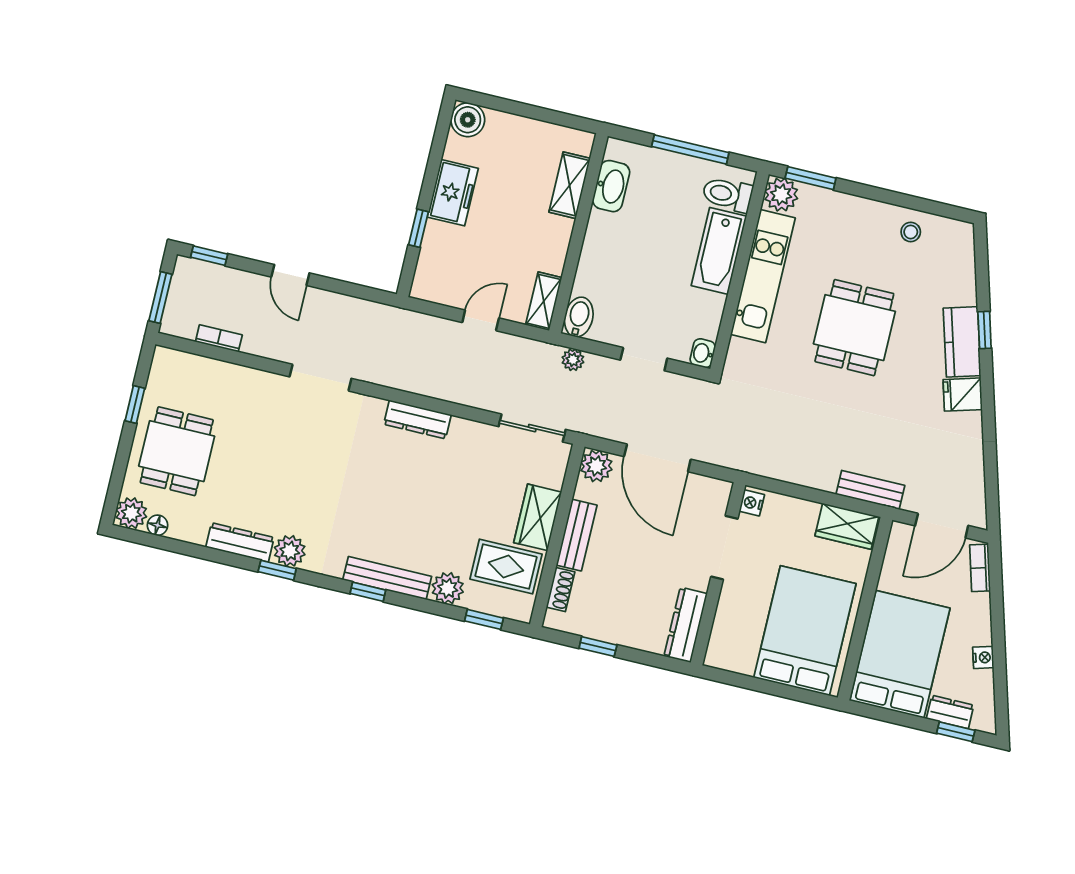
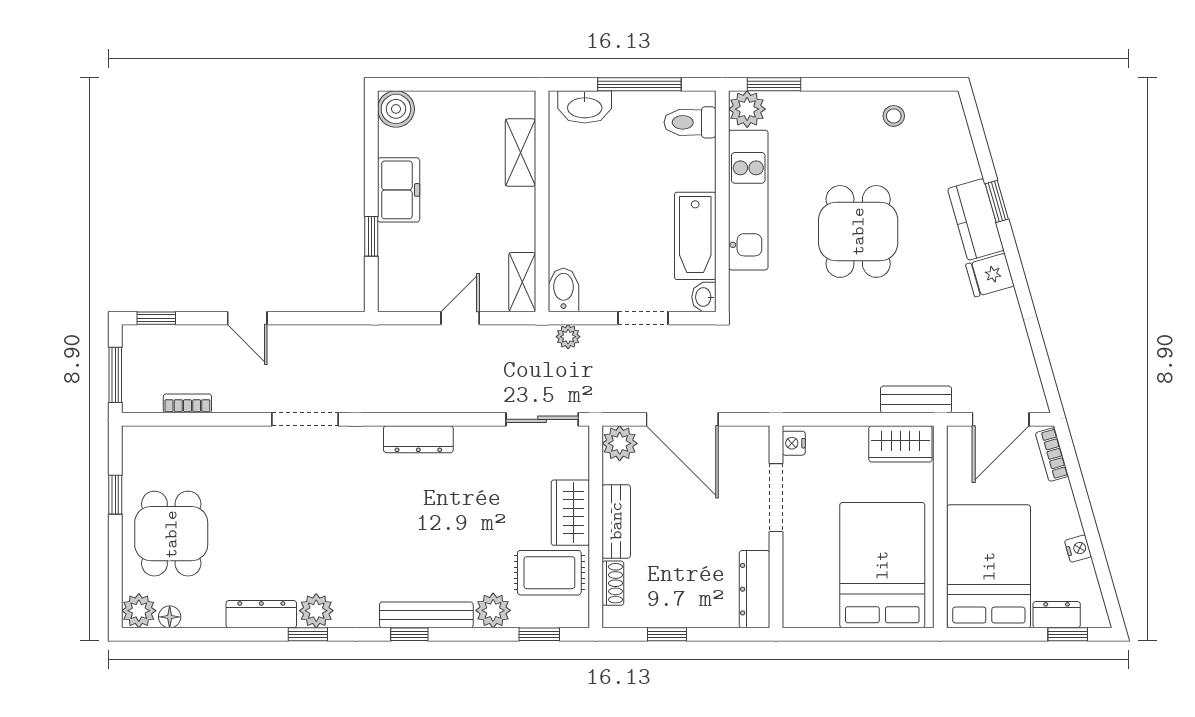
washbasin: (611, 186) -> (585, 107), moved, turned 90
bathtub: (719, 251) -> (695, 236), moved

